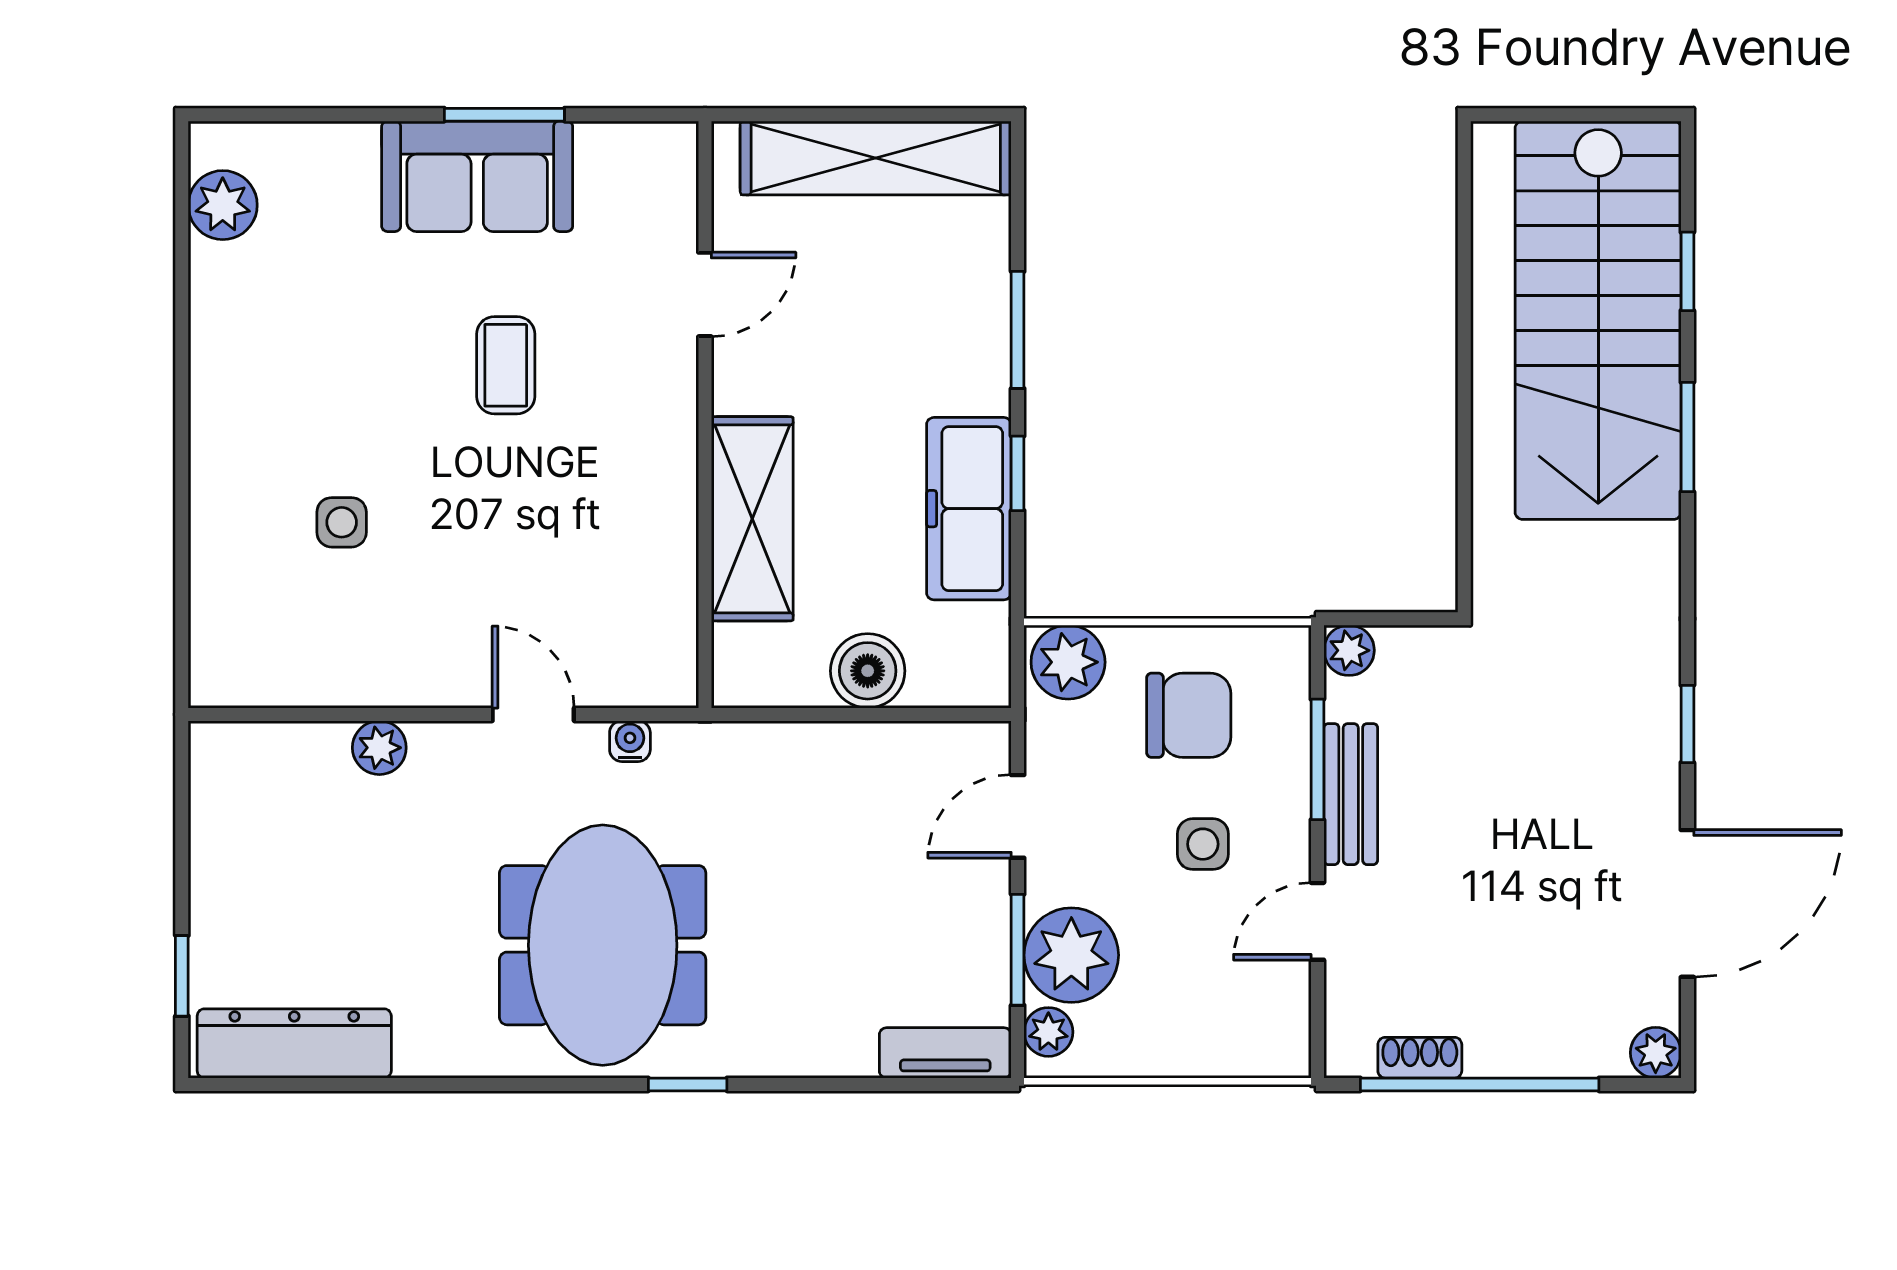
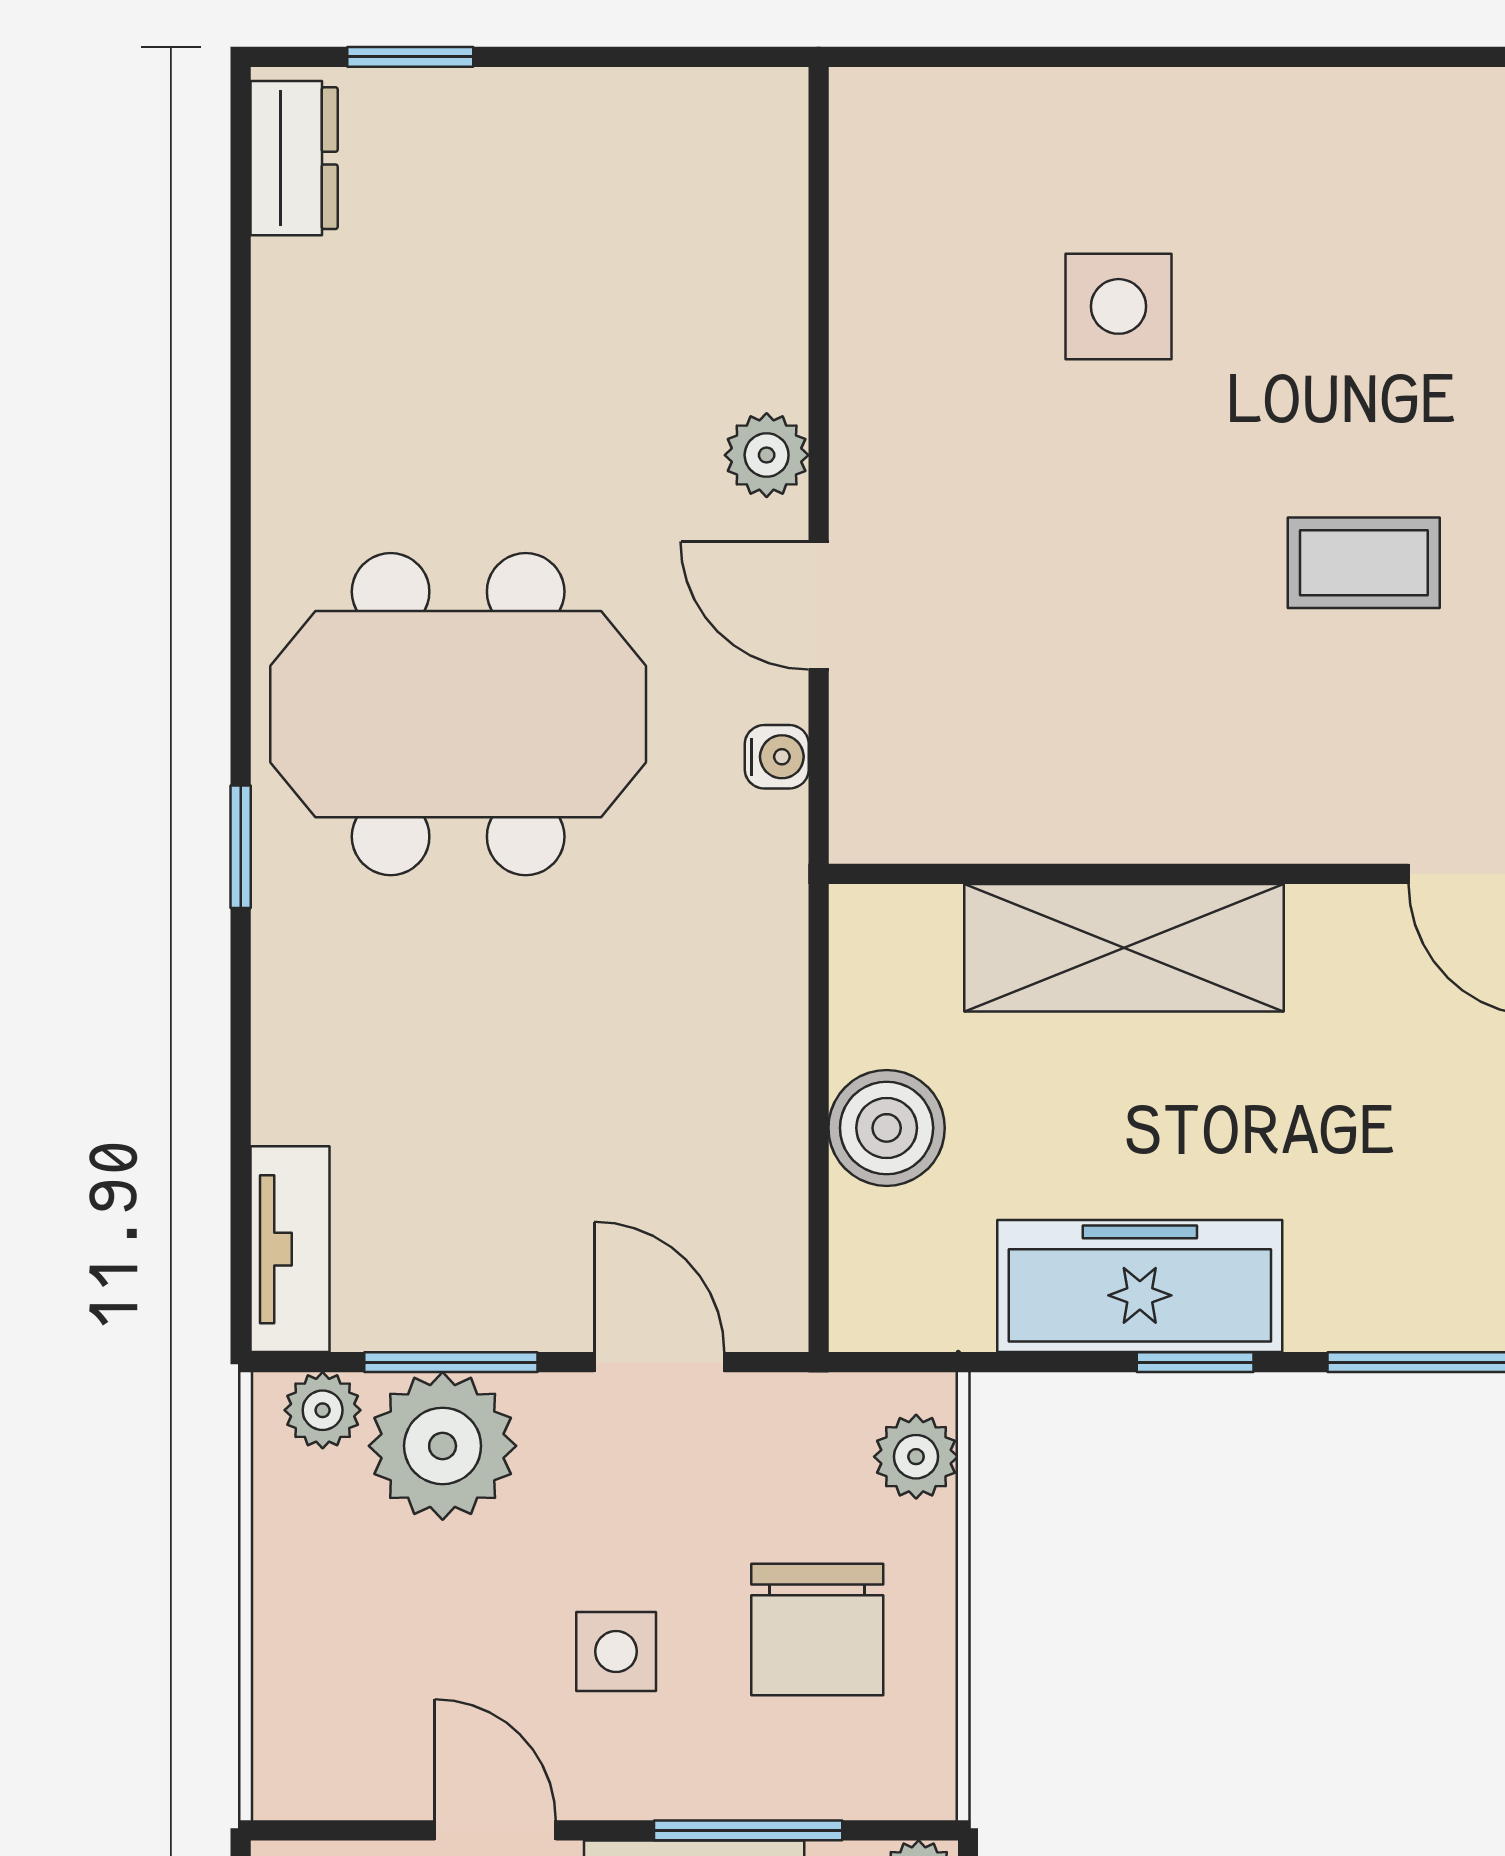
side table: (342, 522) -> (1119, 306), width x1.37, depth x1.37
plant: (1068, 662) -> (916, 1457), width x0.73, depth x0.73
door: (533, 714) -> (819, 606), swing flipped
plant: (379, 748) -> (767, 455), moved
dresser: (294, 1043) -> (294, 158), width x0.51, depth x0.80

